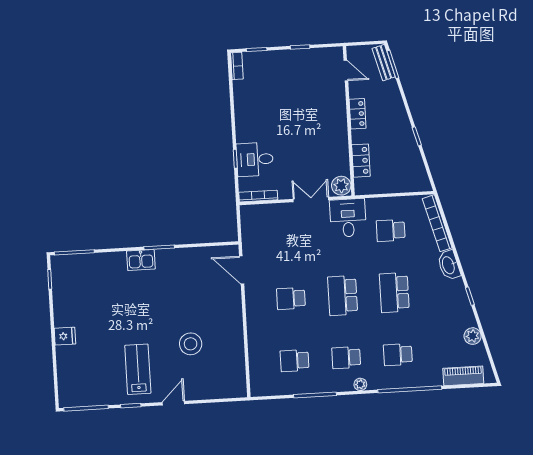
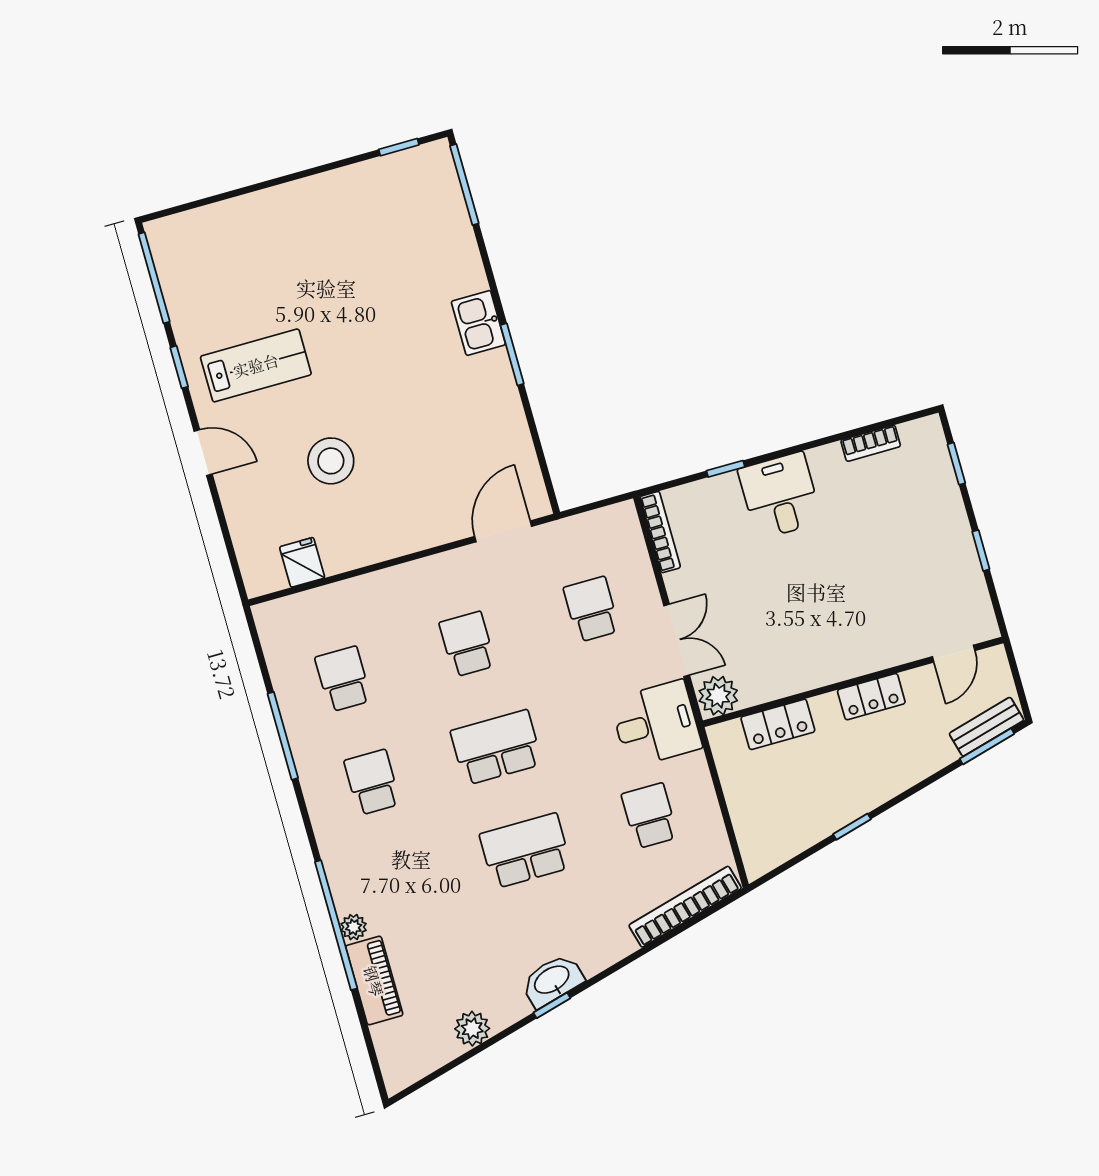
bookcase: (237, 66) -> (871, 443), moved
desk: (255, 159) -> (780, 496), moved
washbasin: (449, 265) -> (552, 981), moved
fridge: (65, 336) -> (302, 562), moved, turned 180
school desk: (398, 355) -> (592, 609), moved
piano: (463, 376) -> (374, 981), moved
plant: (360, 384) -> (354, 927), moved

